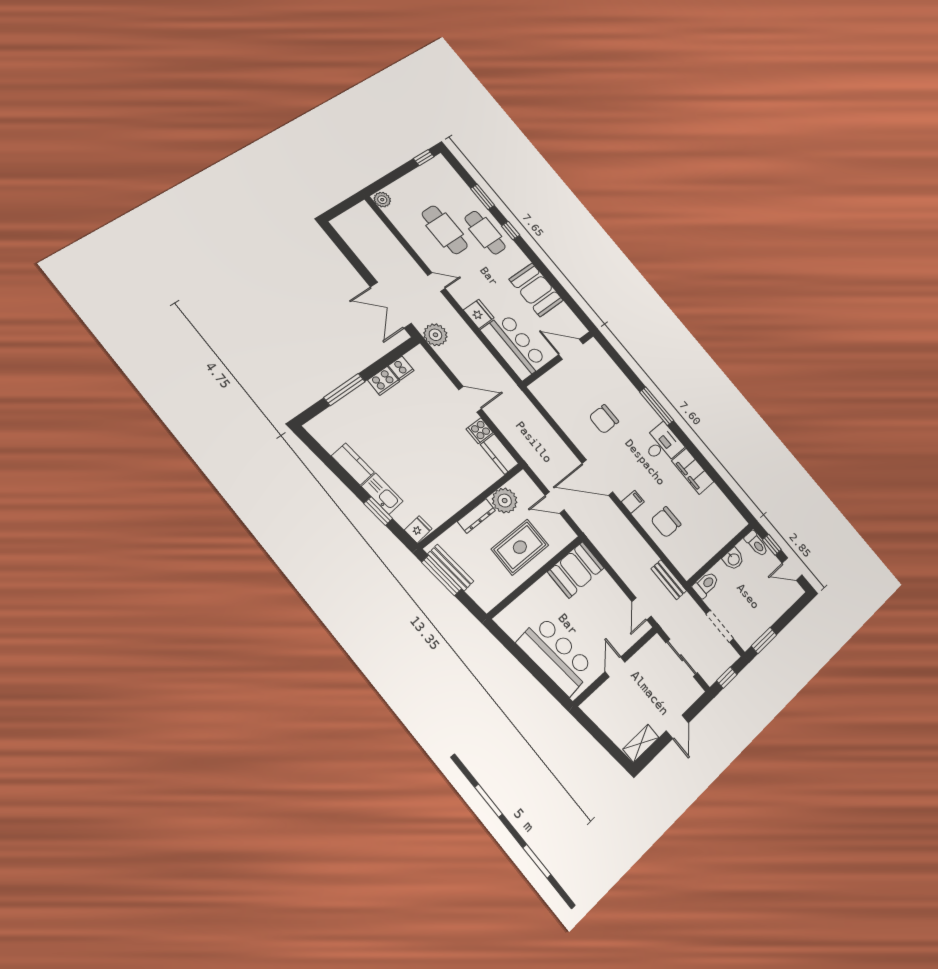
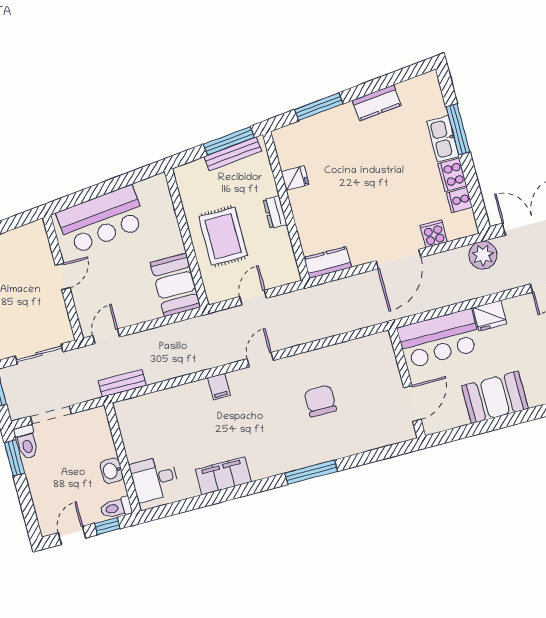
door: (470, 399) -> (398, 259), width x1.36
cooker: (480, 431) -> (434, 234), moved
desk: (662, 444) -> (154, 479), moved, turned 90
door: (597, 478) -> (260, 360), width x0.53
kitchen sink: (382, 494) -> (443, 139), moved, turned 96
plant: (505, 501) -> (277, 244), removed
window: (378, 511) -> (319, 107), width x1.44
dresser: (476, 516) -> (275, 212), width x0.70
chair: (666, 522) -> (182, 413), removed
fridge: (418, 529) -> (295, 178), moved, turned -84
toilet: (706, 585) -> (26, 442), moved
door: (642, 609) -> (106, 336), hinge flipped
door: (615, 667) -> (63, 277), hinge flipped

